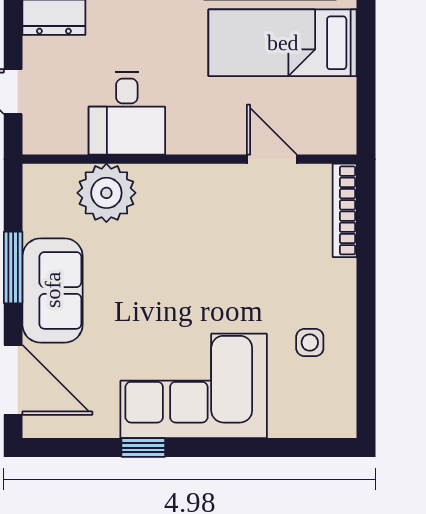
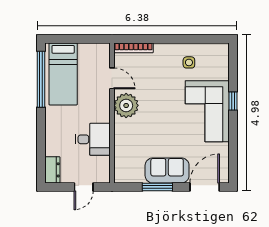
door: (272, 159) -> (112, 78), swing flipped
plant: (106, 193) -> (126, 105), moved
window: (143, 448) -> (233, 101), moved

